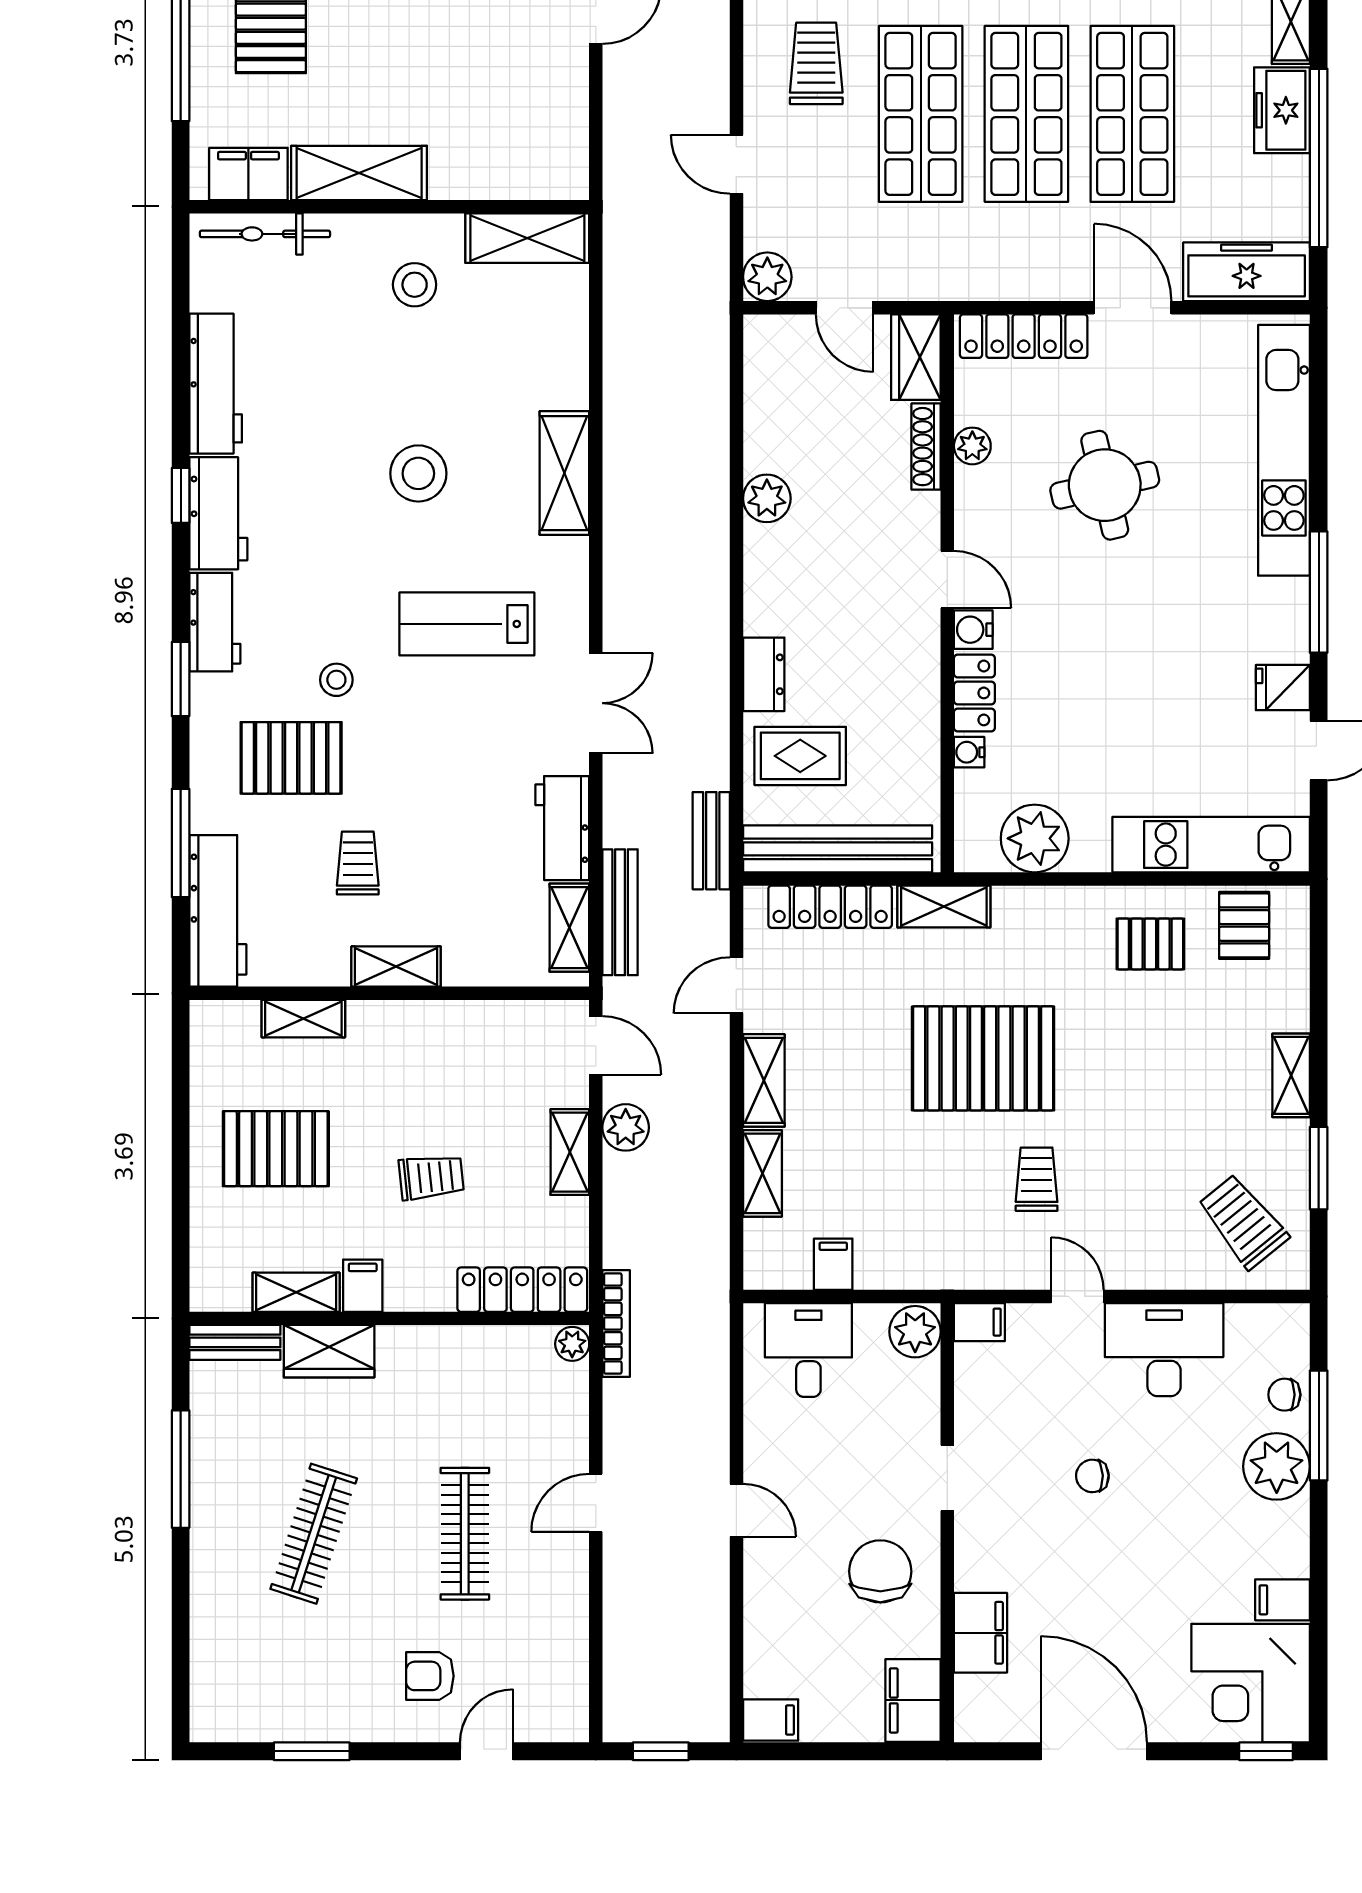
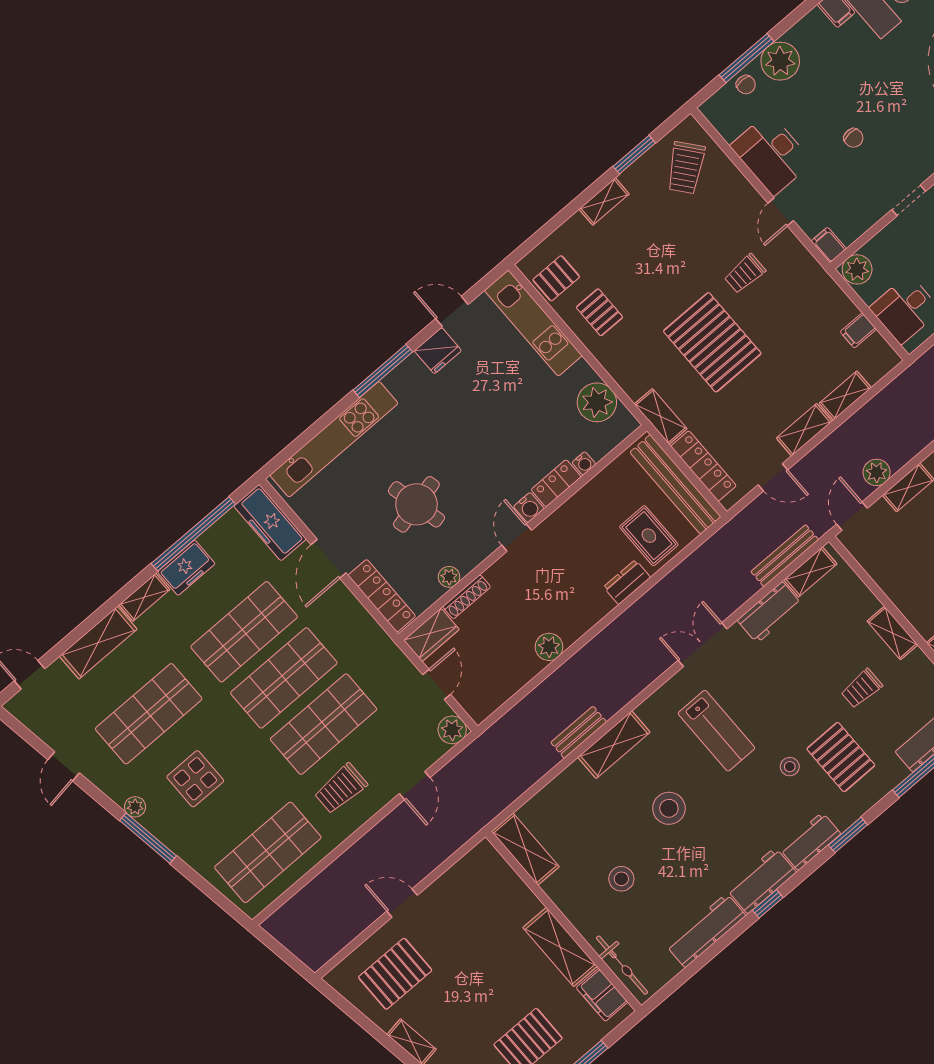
stool: (415, 285) -> (621, 879), moved
fridge: (1283, 688) -> (438, 351), width x1.38
bench: (711, 841) -> (579, 732), moved

